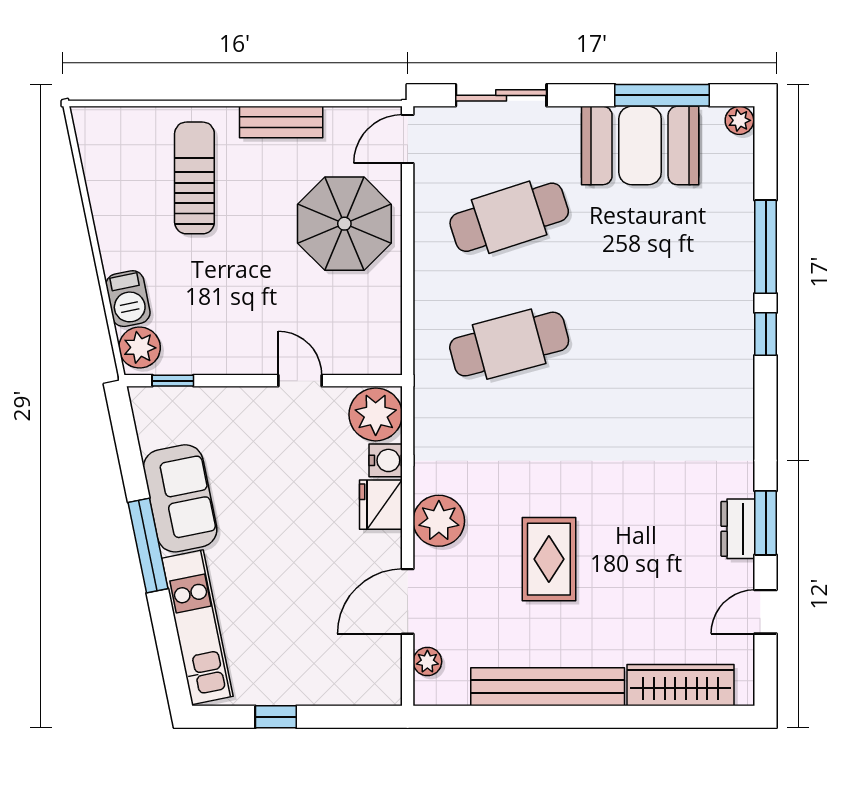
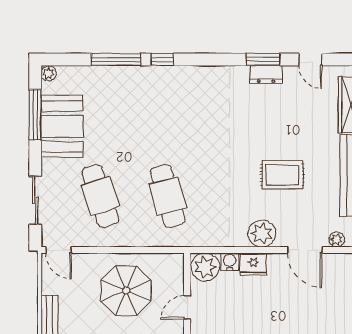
parasol: (344, 224) -> (126, 291), moved

